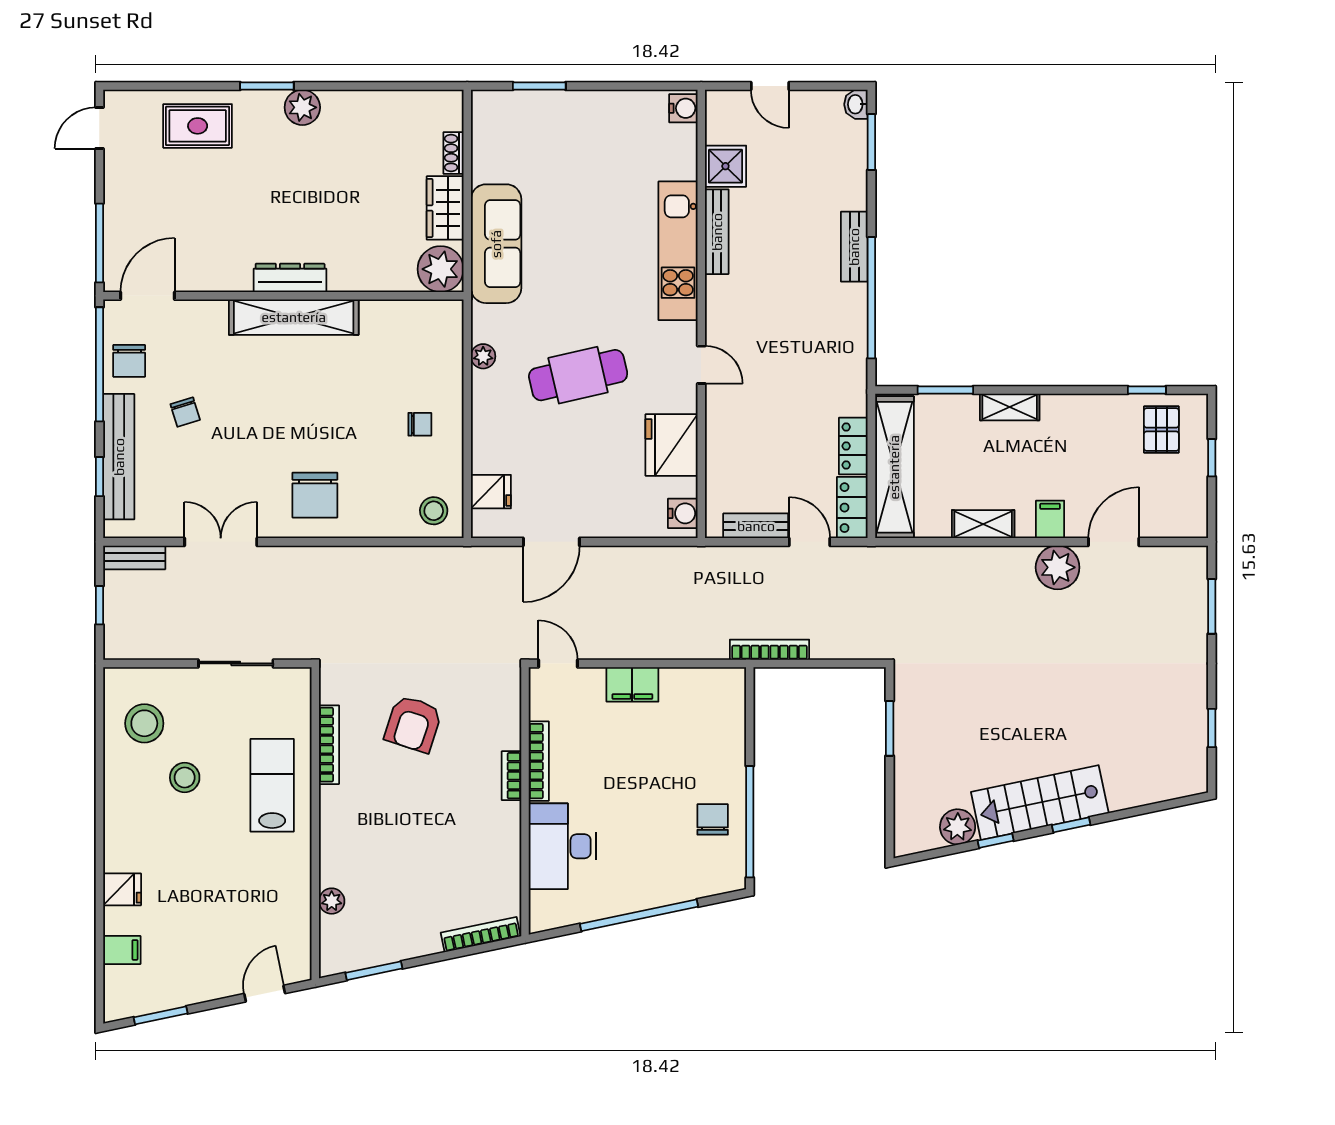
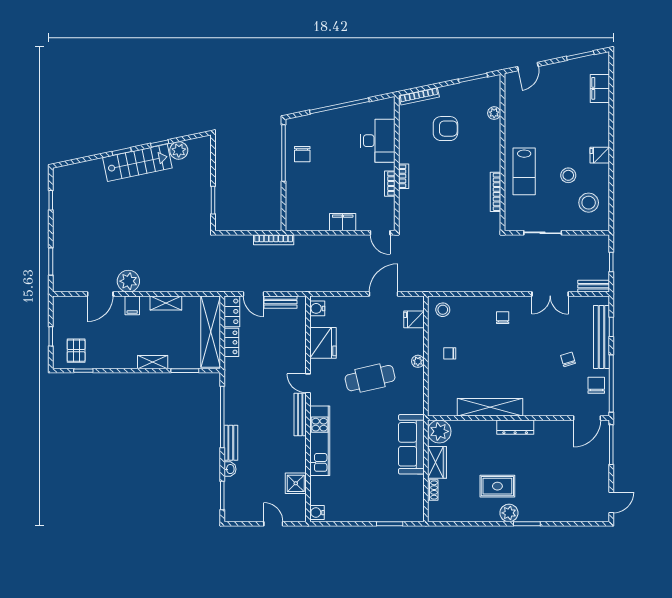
washbasin: (856, 104) -> (230, 469), moved
rug: (198, 126) -> (497, 486), moved
bench: (717, 232) -> (300, 415), moved
shelving: (294, 317) -> (490, 407), moved
plant: (483, 356) -> (418, 361), moved
chair: (315, 495) -> (503, 318), width x0.54, depth x0.54
armchair: (413, 724) -> (445, 129), moved, turned 72
bookcase: (539, 761) -> (390, 184), width x0.64
fridge: (122, 889) -> (600, 155), moved
filing cabinet: (122, 950) -> (600, 88), width x2.00

